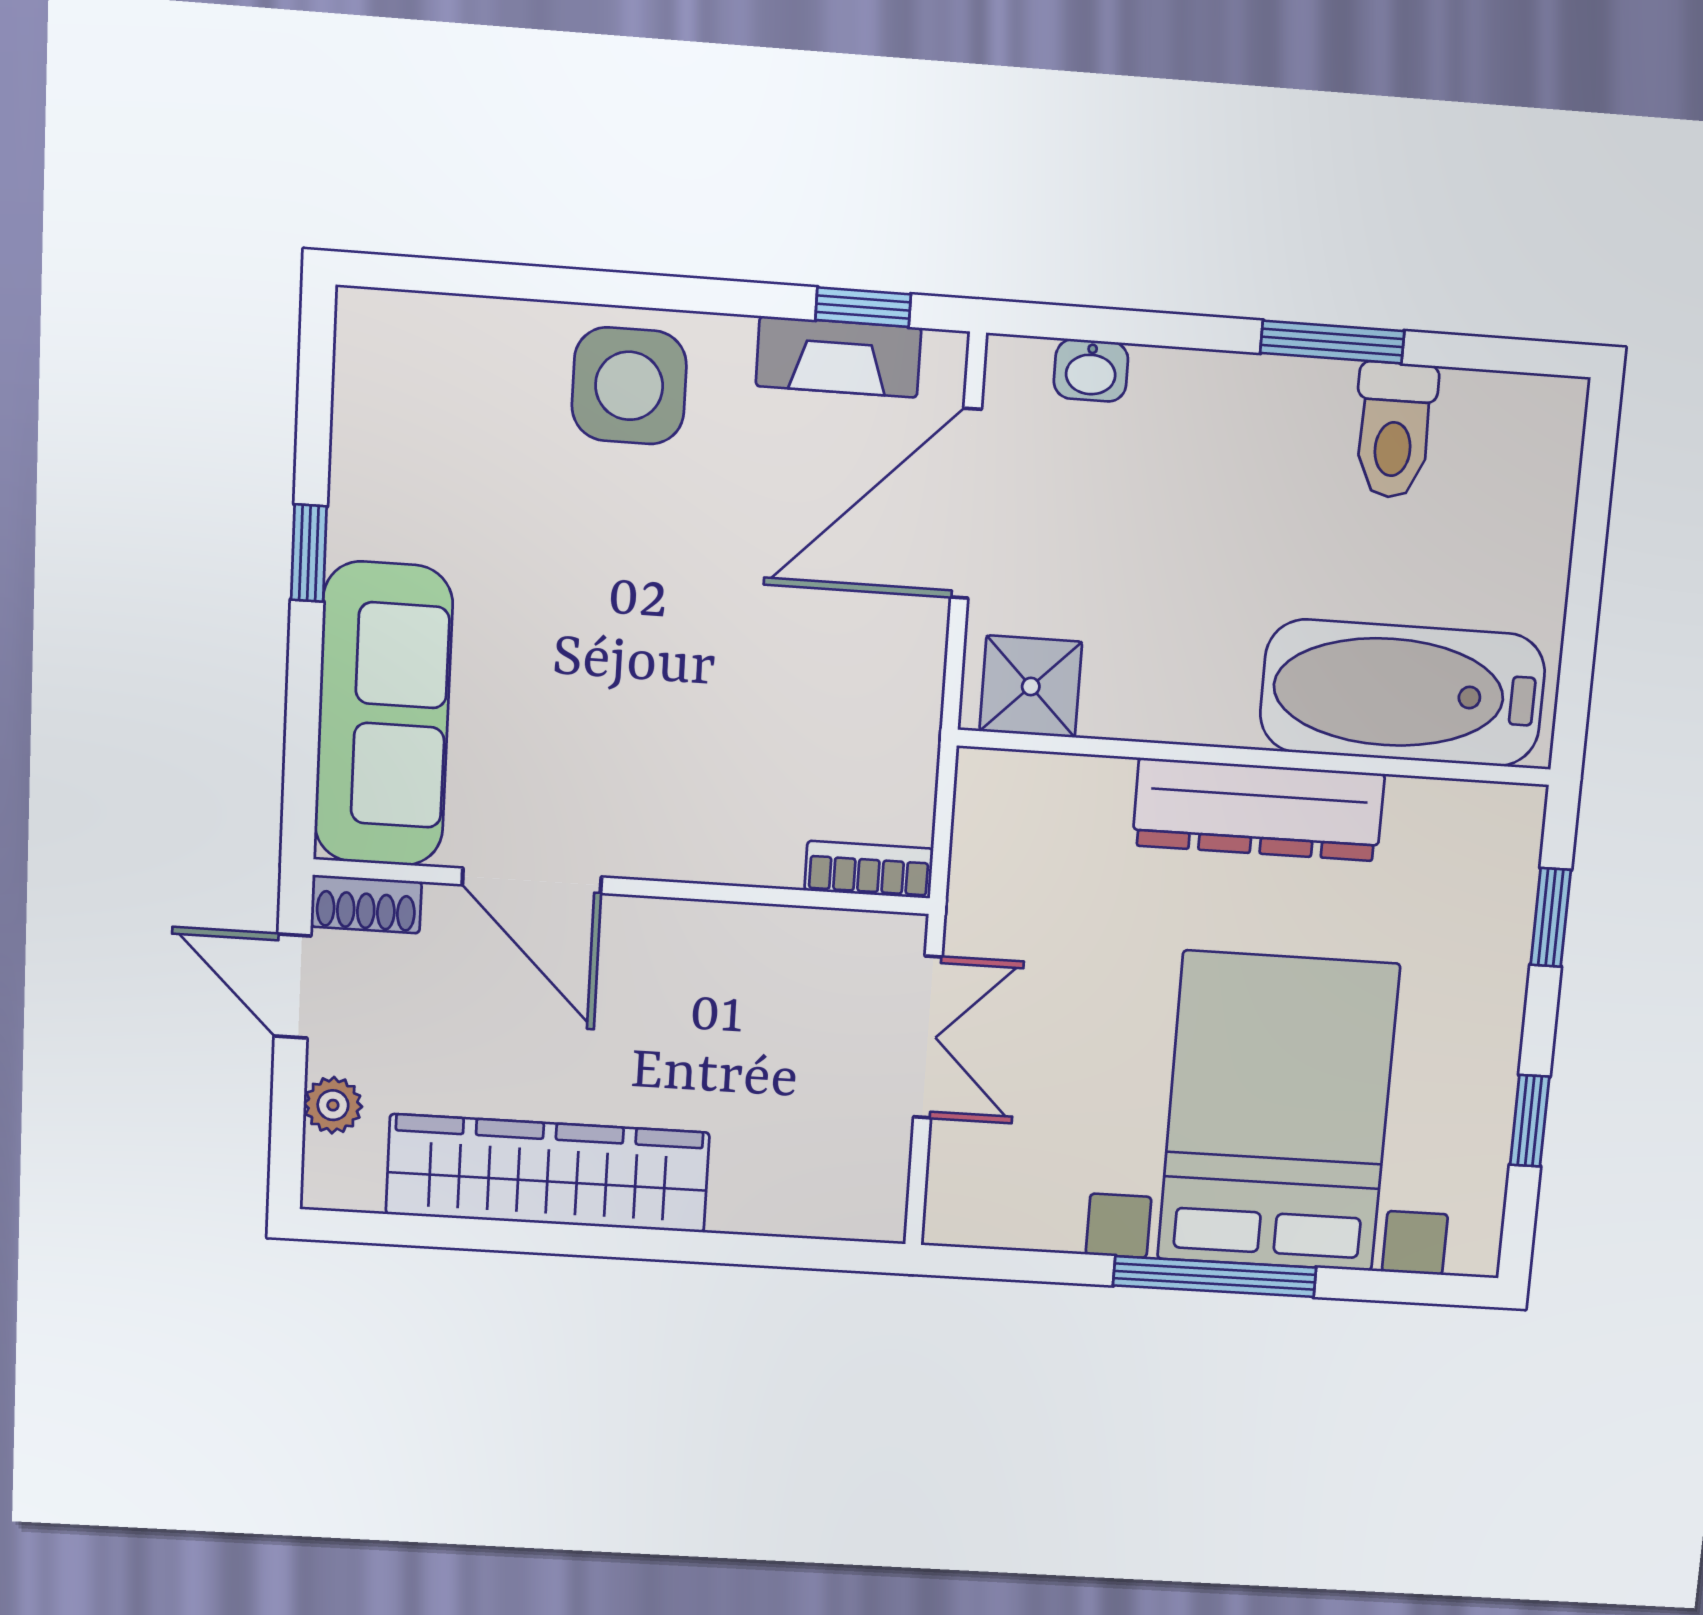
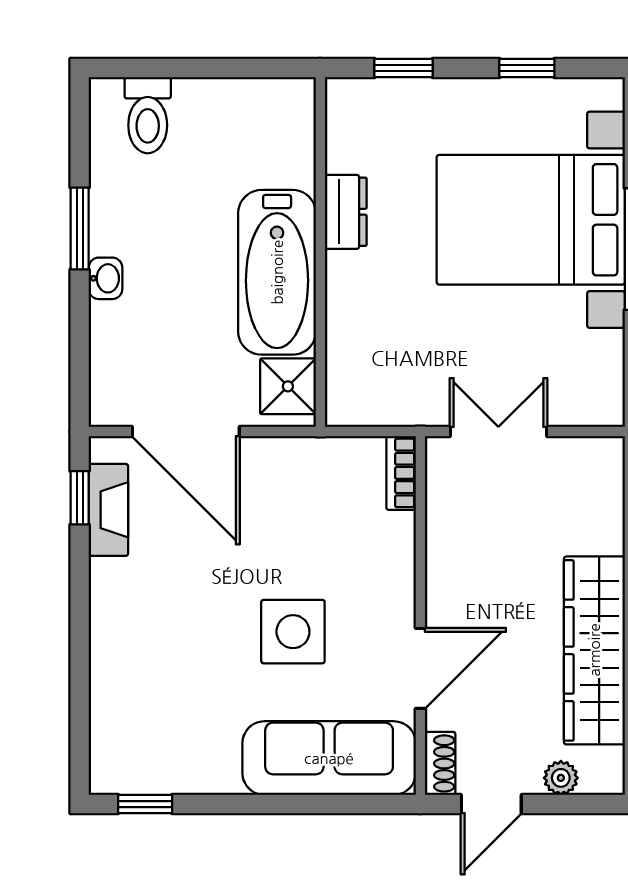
washbasin: (1091, 370) -> (105, 278), moved
side table: (629, 386) -> (293, 632), moved
toilet: (1394, 430) -> (148, 115), moved, turned 90
window: (309, 553) -> (145, 804), moved
bathtub: (1403, 693) -> (277, 272), moved
dresser: (1258, 810) -> (346, 212), width x0.51, depth x0.80

